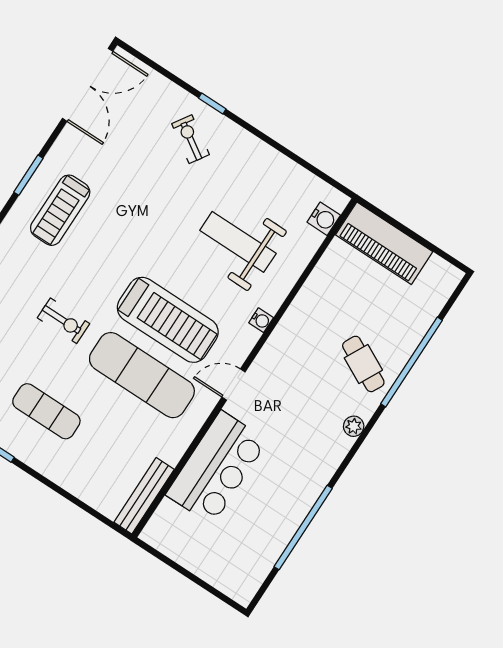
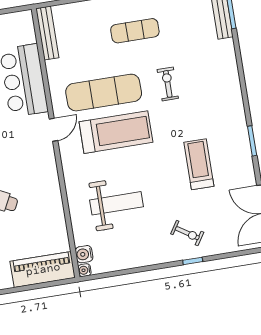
treadmill: (60, 210) -> (199, 164), moved
treadmill: (168, 320) -> (116, 132), turned 180
water cooler: (261, 320) -> (85, 270), moved
exercise bike: (64, 321) -> (168, 84), turned 90

